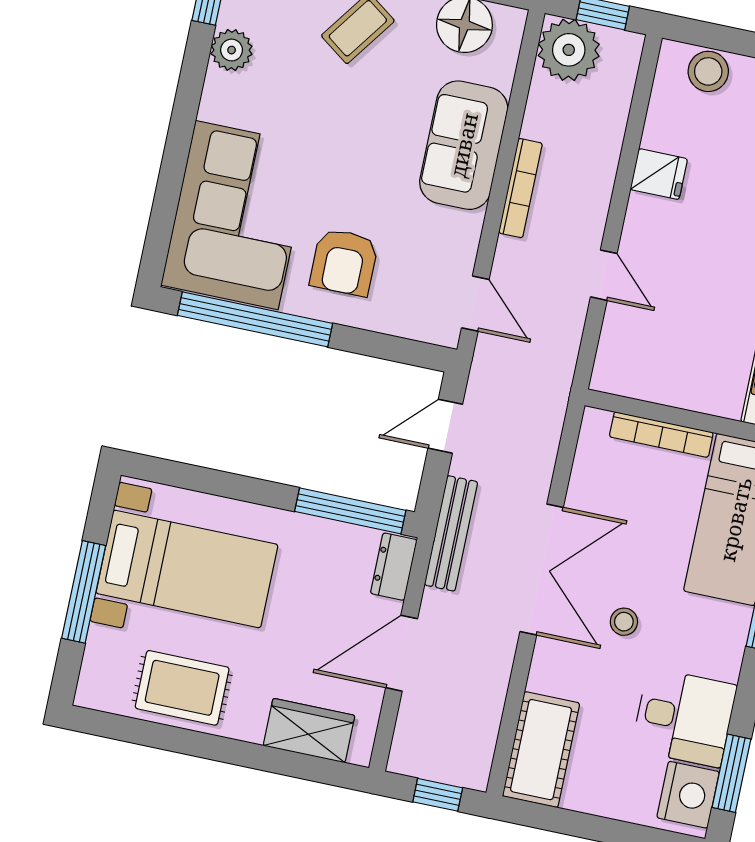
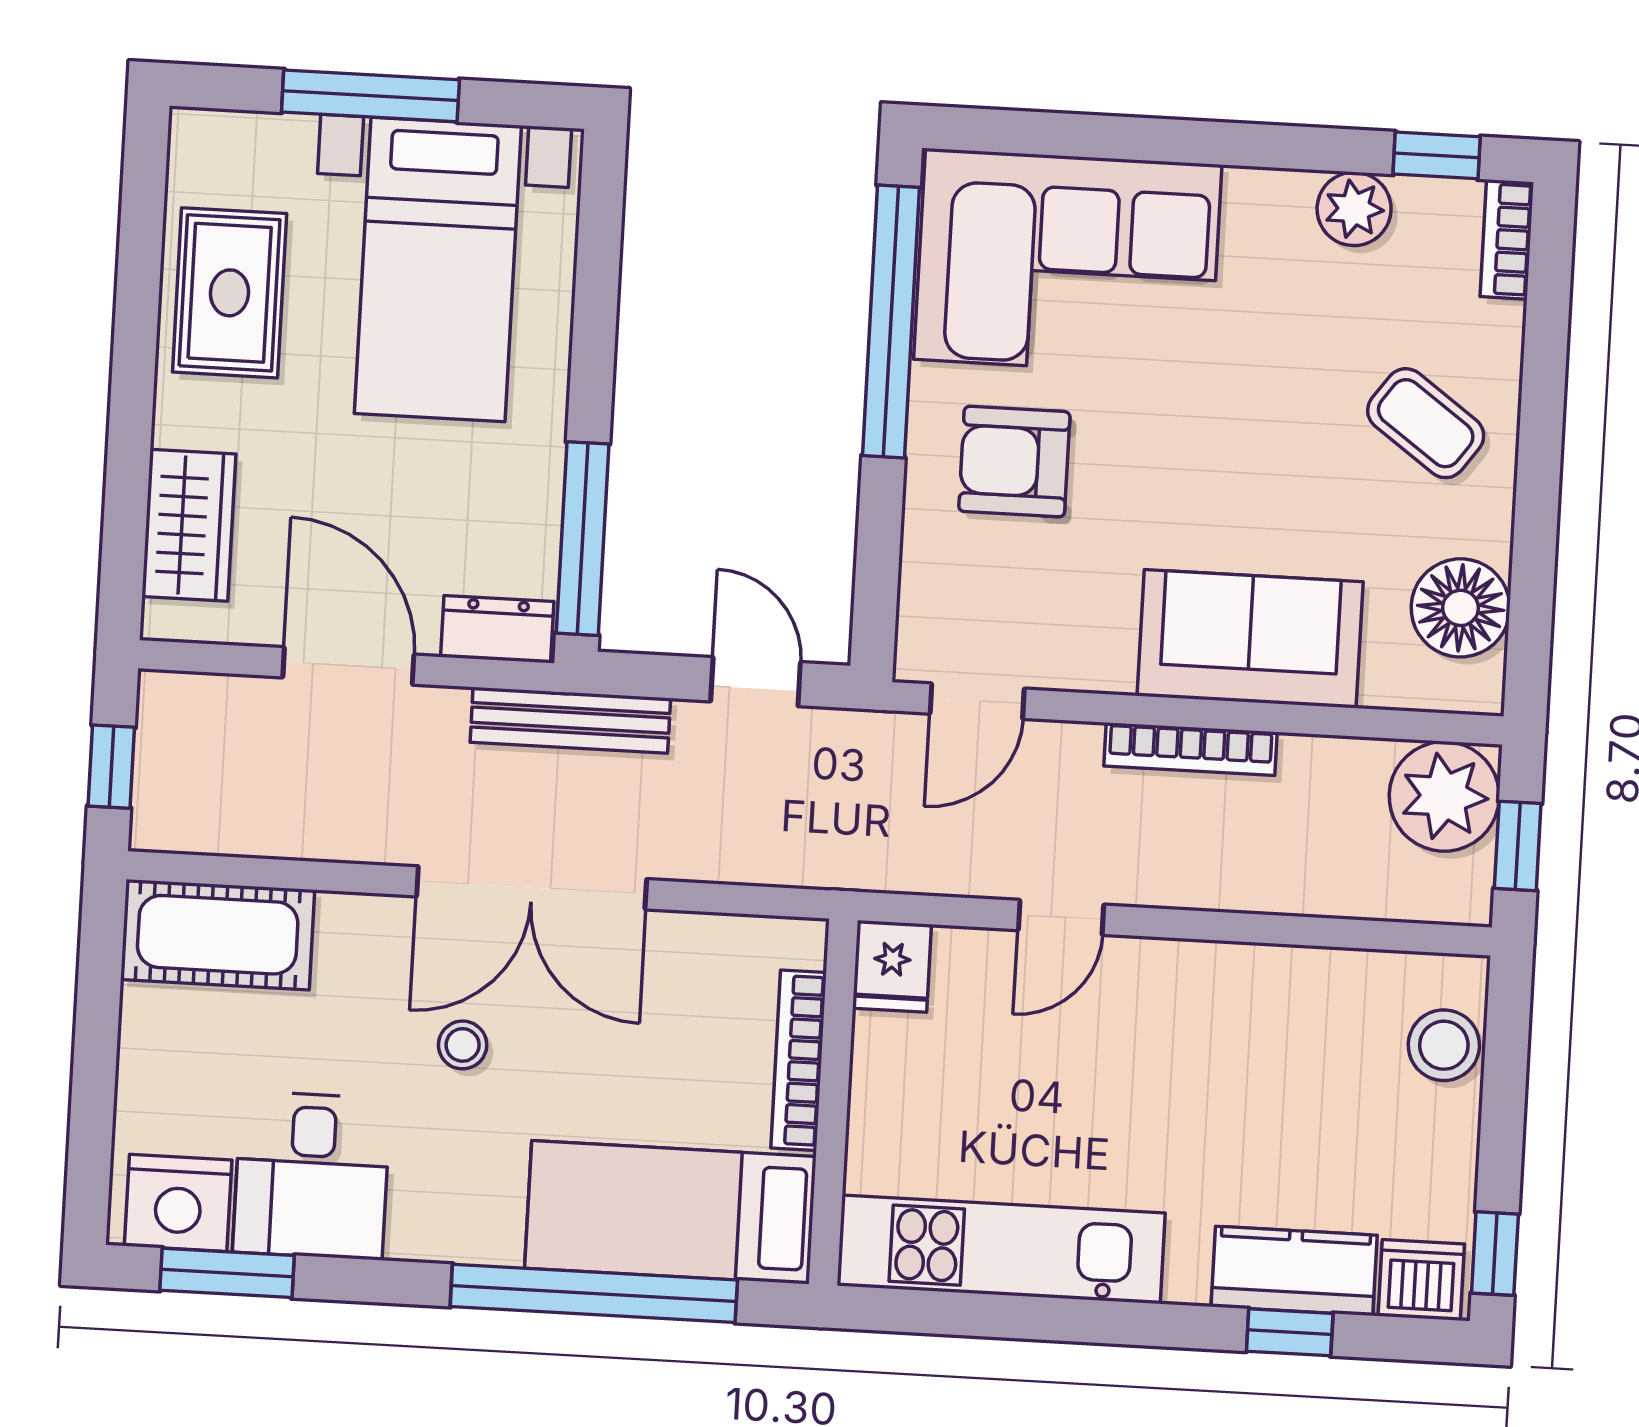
fridge: (659, 174) -> (892, 966), moved

